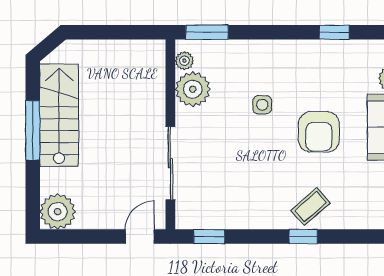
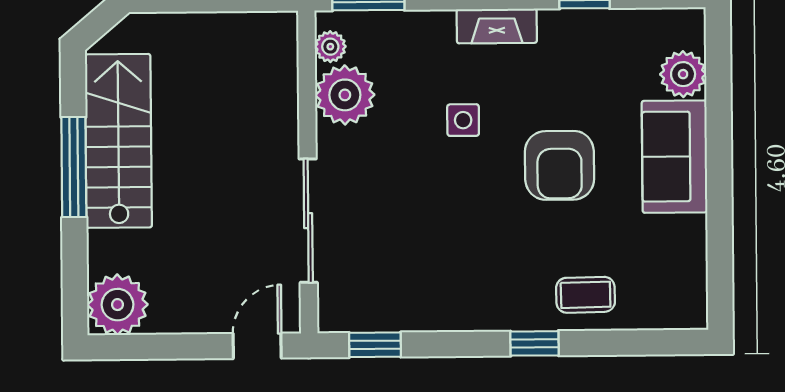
fireplace: (283, 49) -> (497, 26), added
coffee table: (311, 207) -> (586, 295), moved, turned 40

